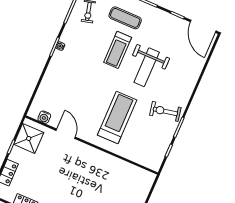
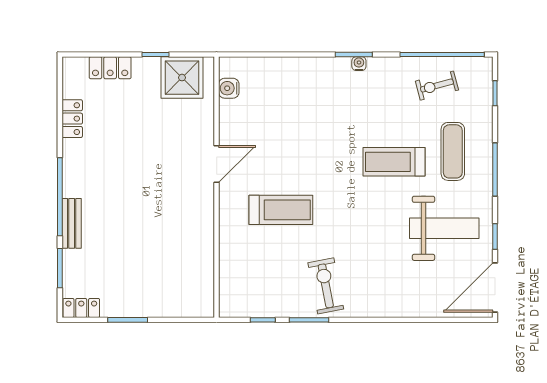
weight bench: (147, 67) -> (444, 228), moved, turned 180
treadmill: (117, 117) -> (281, 210), width x0.73, depth x0.73
door: (66, 134) -> (217, 164), moved

